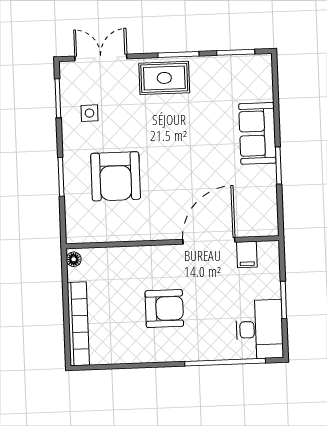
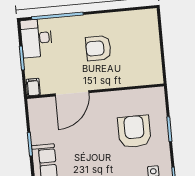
filing cabinet: (247, 255) -> (33, 87), moved
floor lamp: (74, 259) -> (158, 77), removed
bookcase: (78, 324) -> (153, 35), removed

